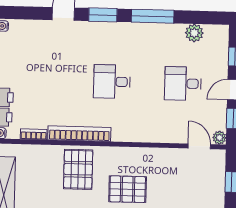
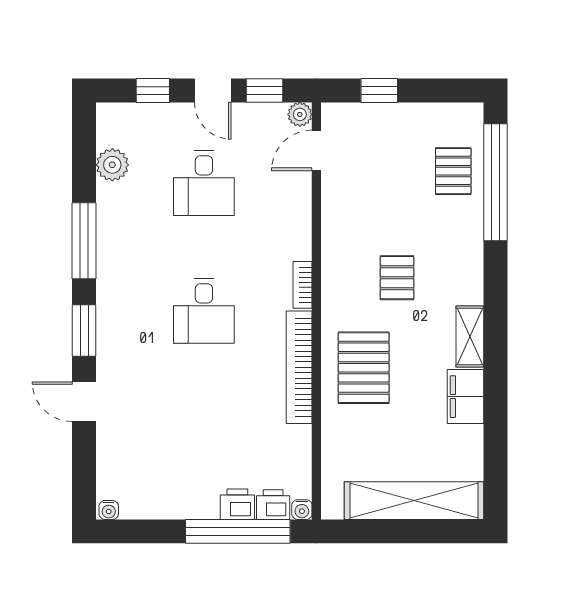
bookcase: (34, 134) -> (302, 285), moved
pallet: (78, 169) -> (364, 368), turned 90
pallet: (128, 189) -> (397, 278), width x0.67, depth x0.71

